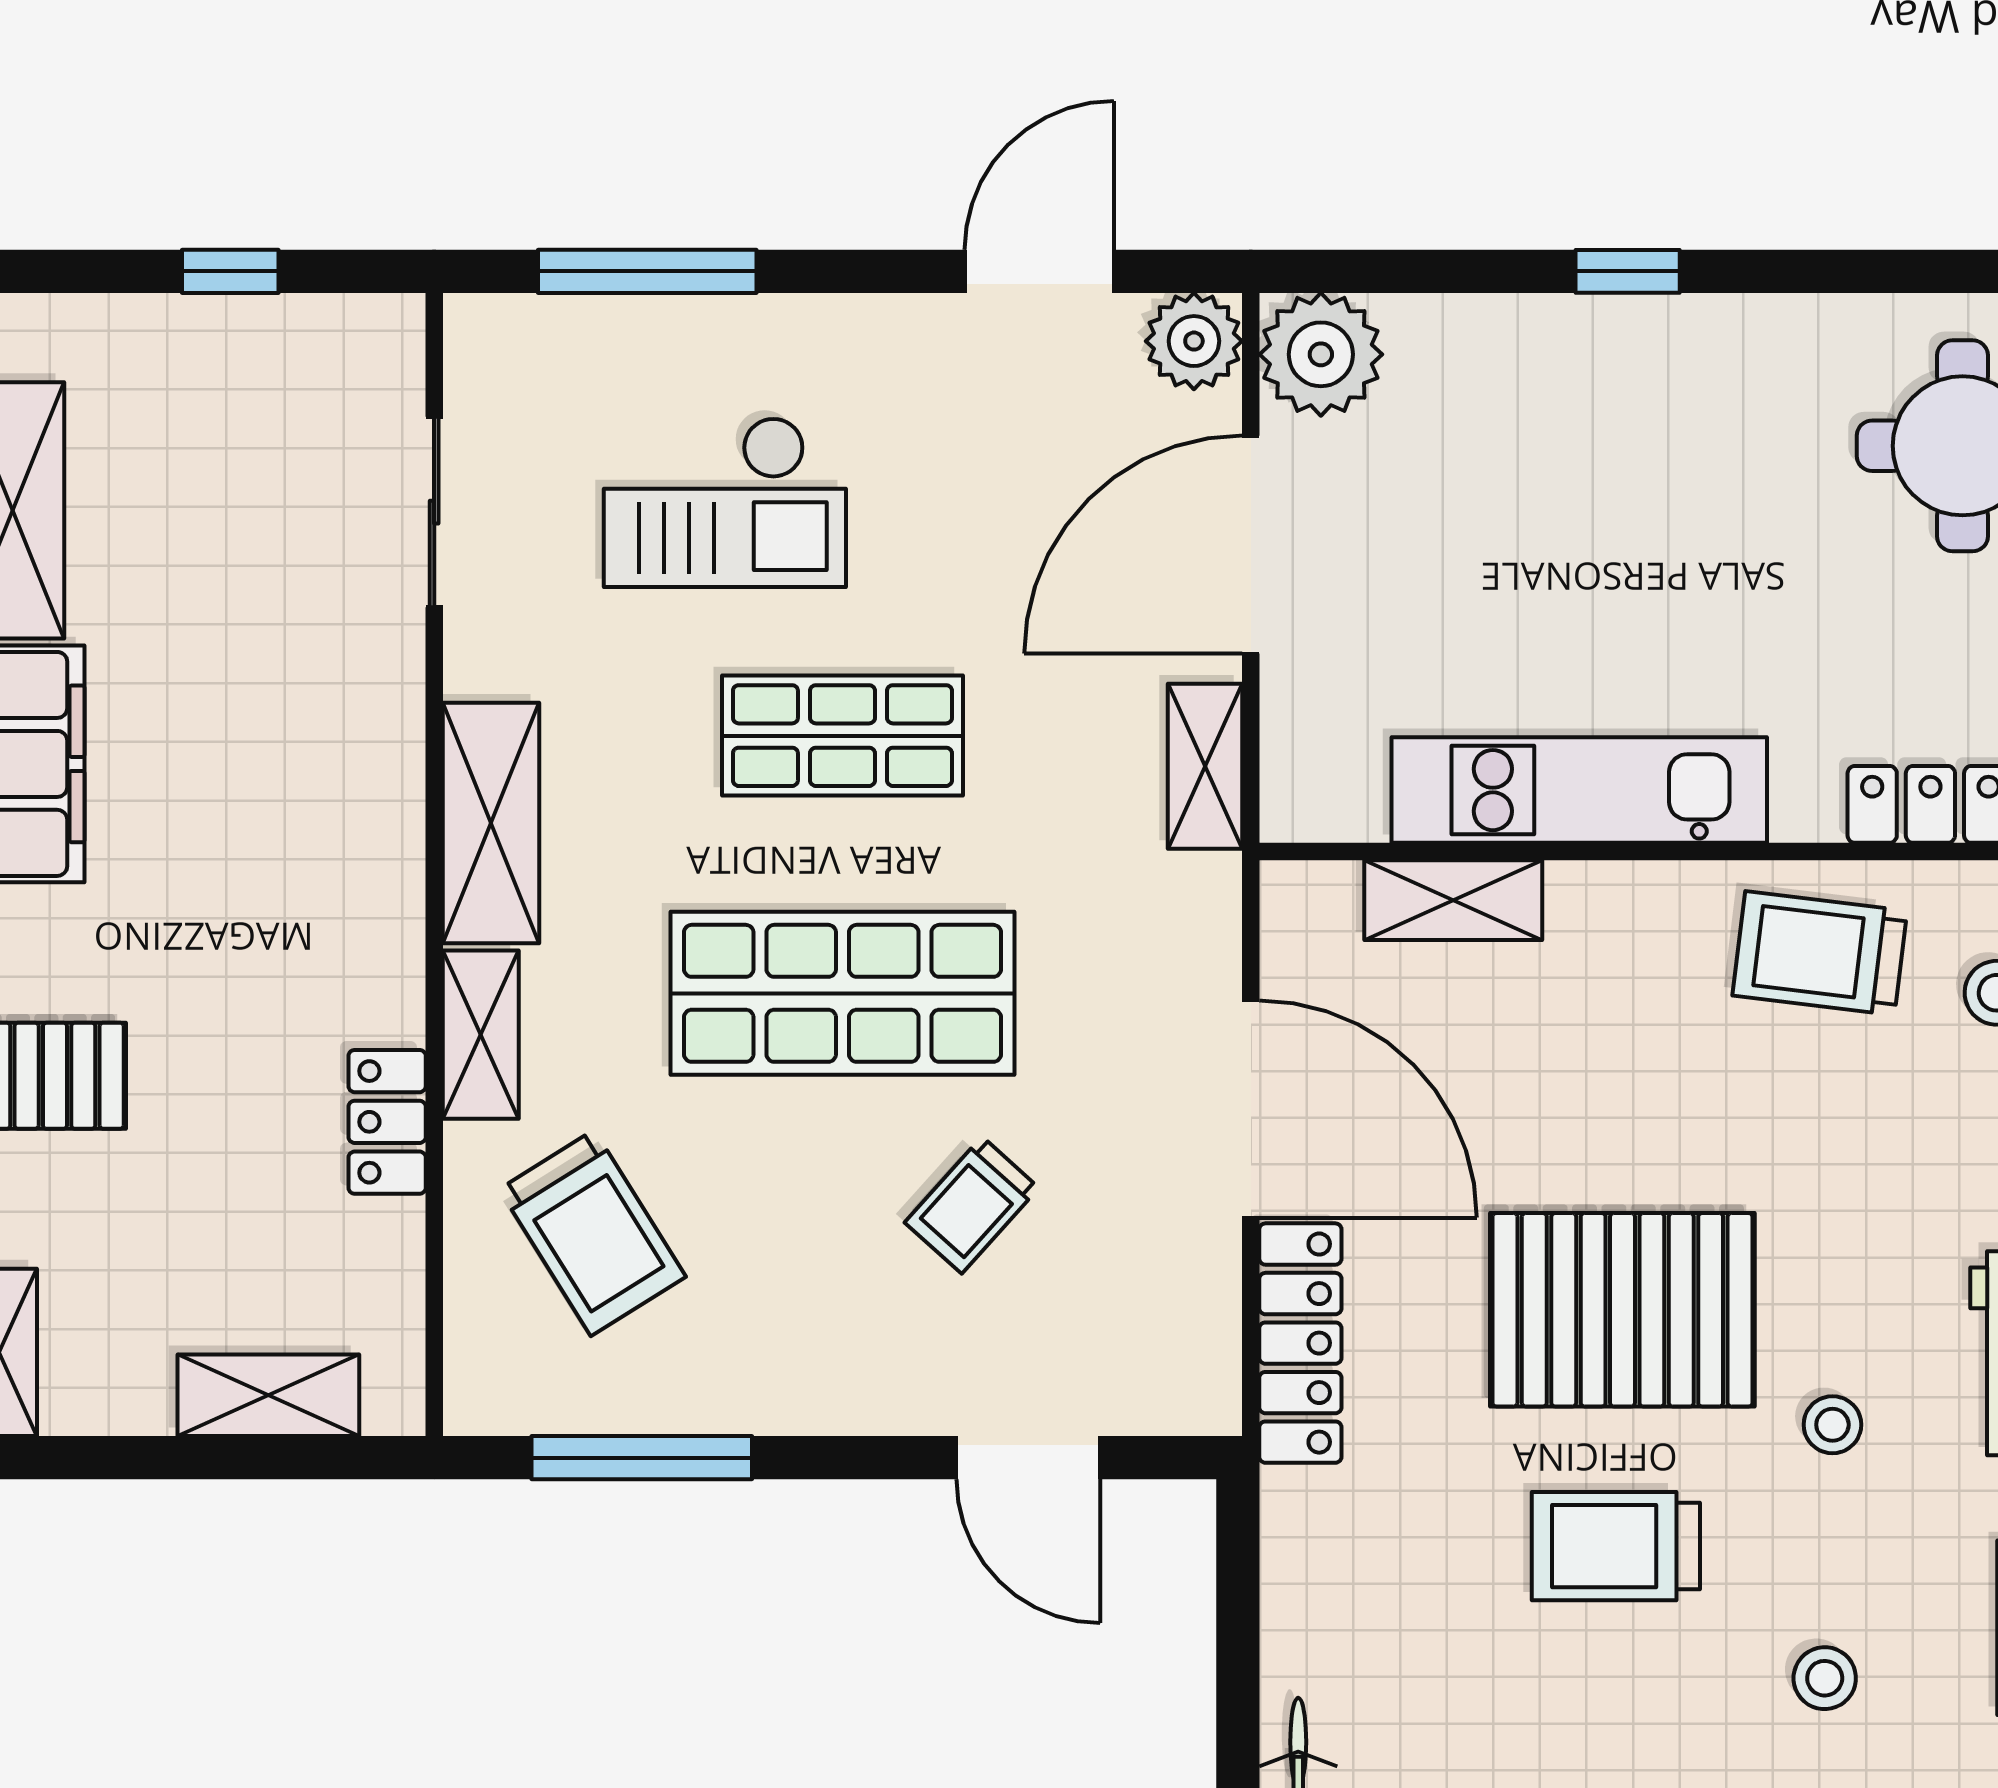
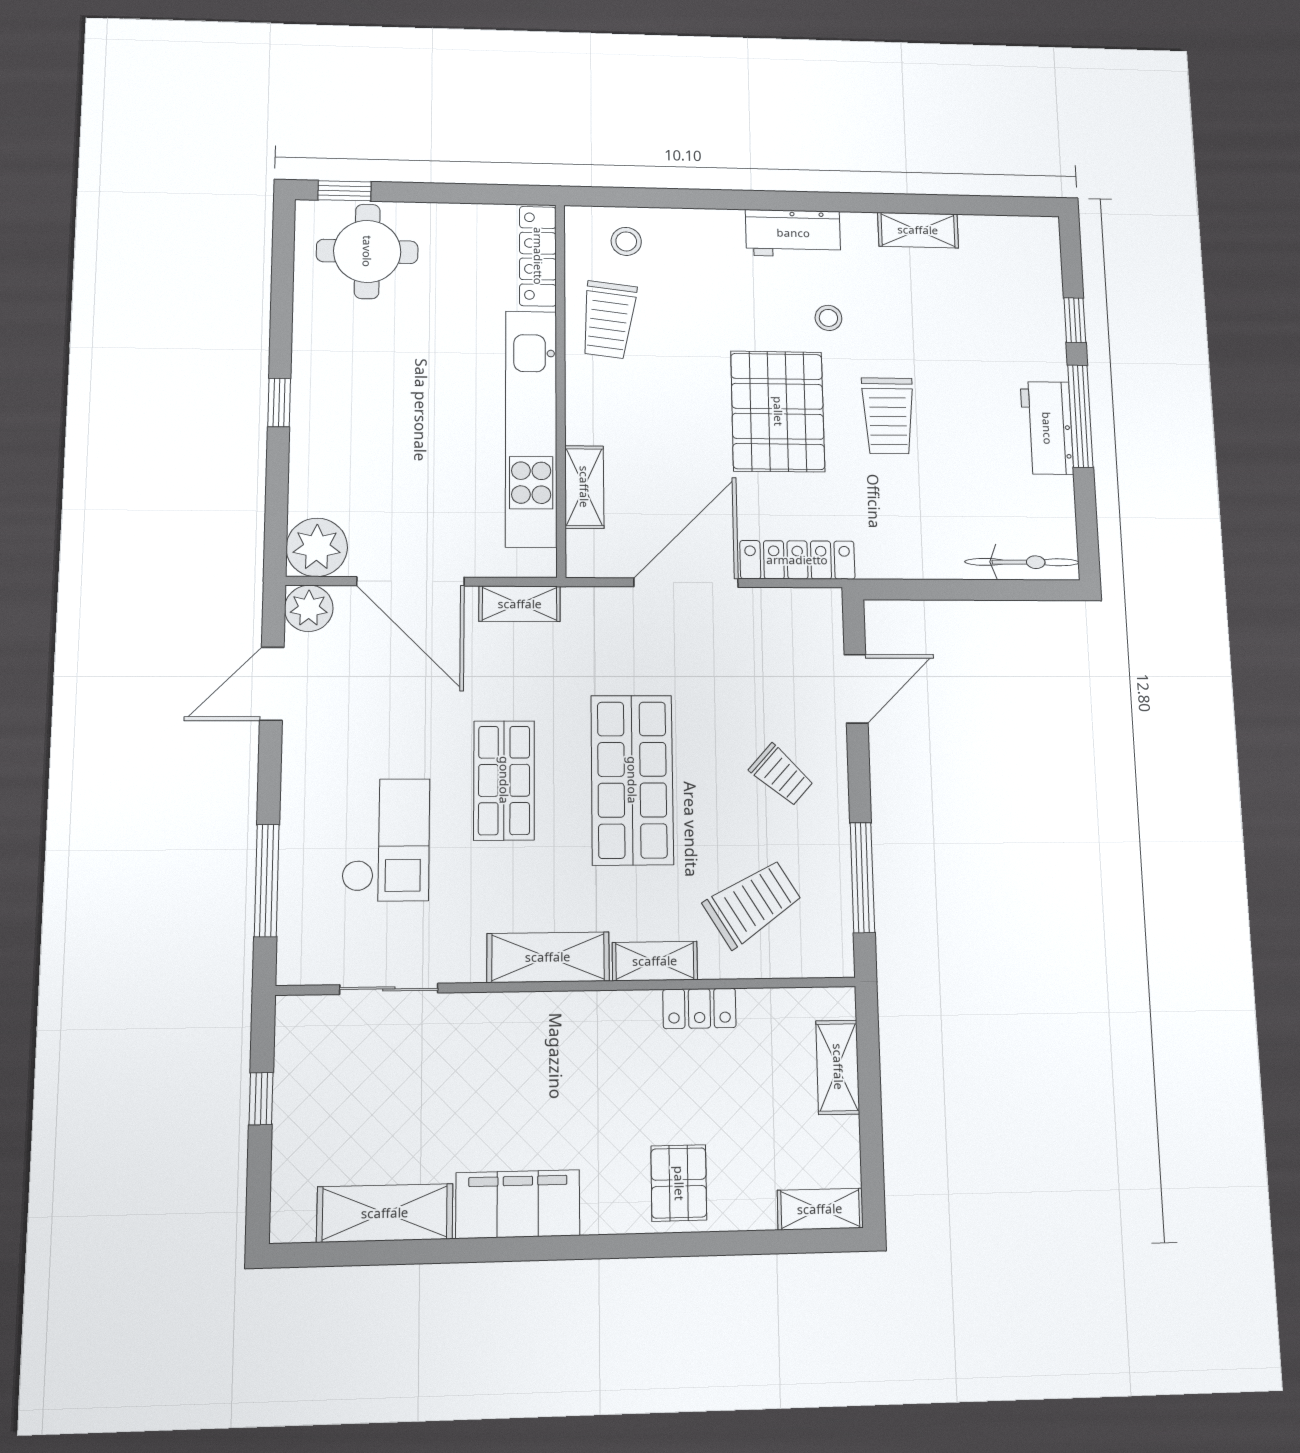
door: (1039, 271) -> (272, 684), hinge flipped
kitchen unit: (1579, 790) -> (531, 428), width x1.36
trolley: (972, 1205) -> (781, 775), moved
stool: (1825, 1678) -> (945, 323), removed

